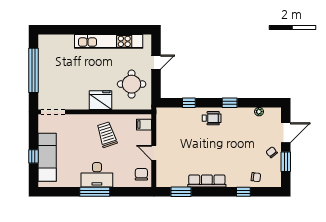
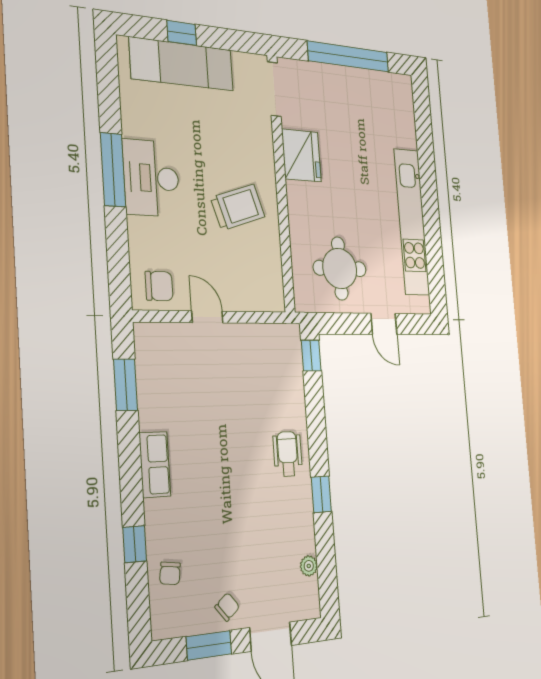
fridge: (101, 100) -> (301, 155), moved
window: (189, 103) -> (311, 355), moved
wheelchair: (212, 118) -> (288, 454), turned 180
filing cabinet: (144, 125) -> (264, 295), removed
door: (154, 153) -> (207, 317), hinge flipped
row of seats: (207, 181) -> (155, 465), width x0.68

